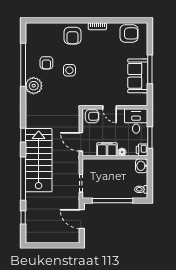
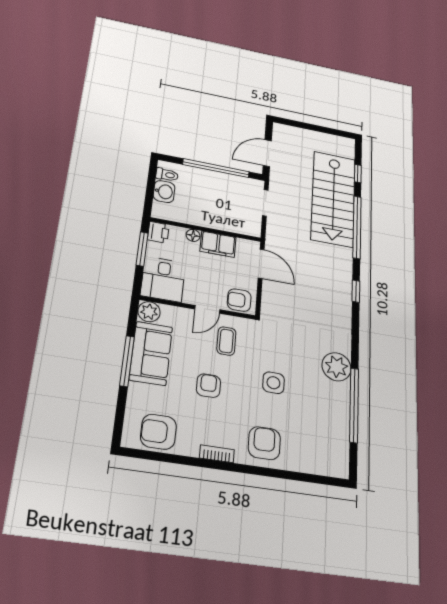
armchair: (46, 63) -> (208, 386), moved
coffee table: (97, 90) -> (226, 341), added
plant: (142, 100) -> (149, 312), added
door: (110, 107) -> (207, 309), swing flipped
stairs: (39, 160) -> (333, 199), moved
washbasin: (142, 166) -> (164, 192), moved
door: (82, 219) -> (267, 153), swing flipped

